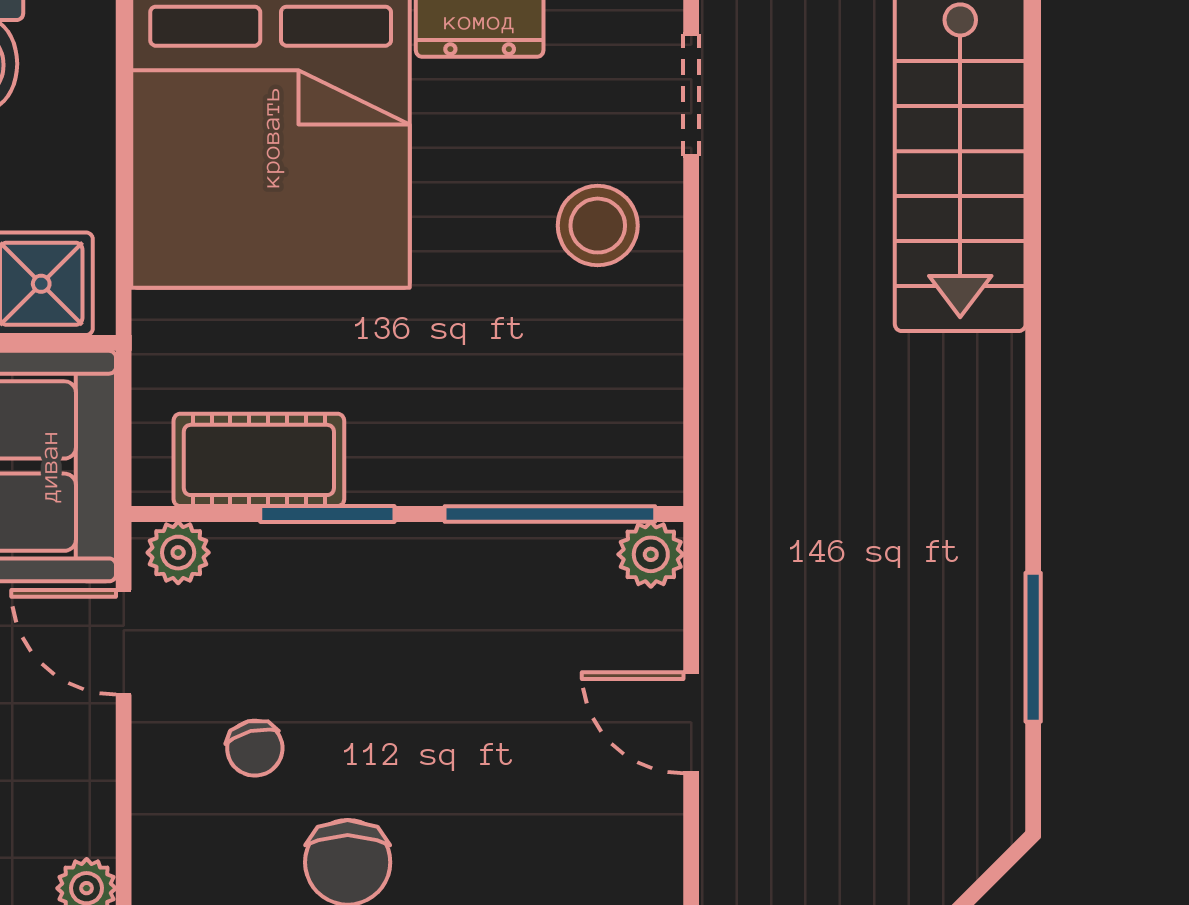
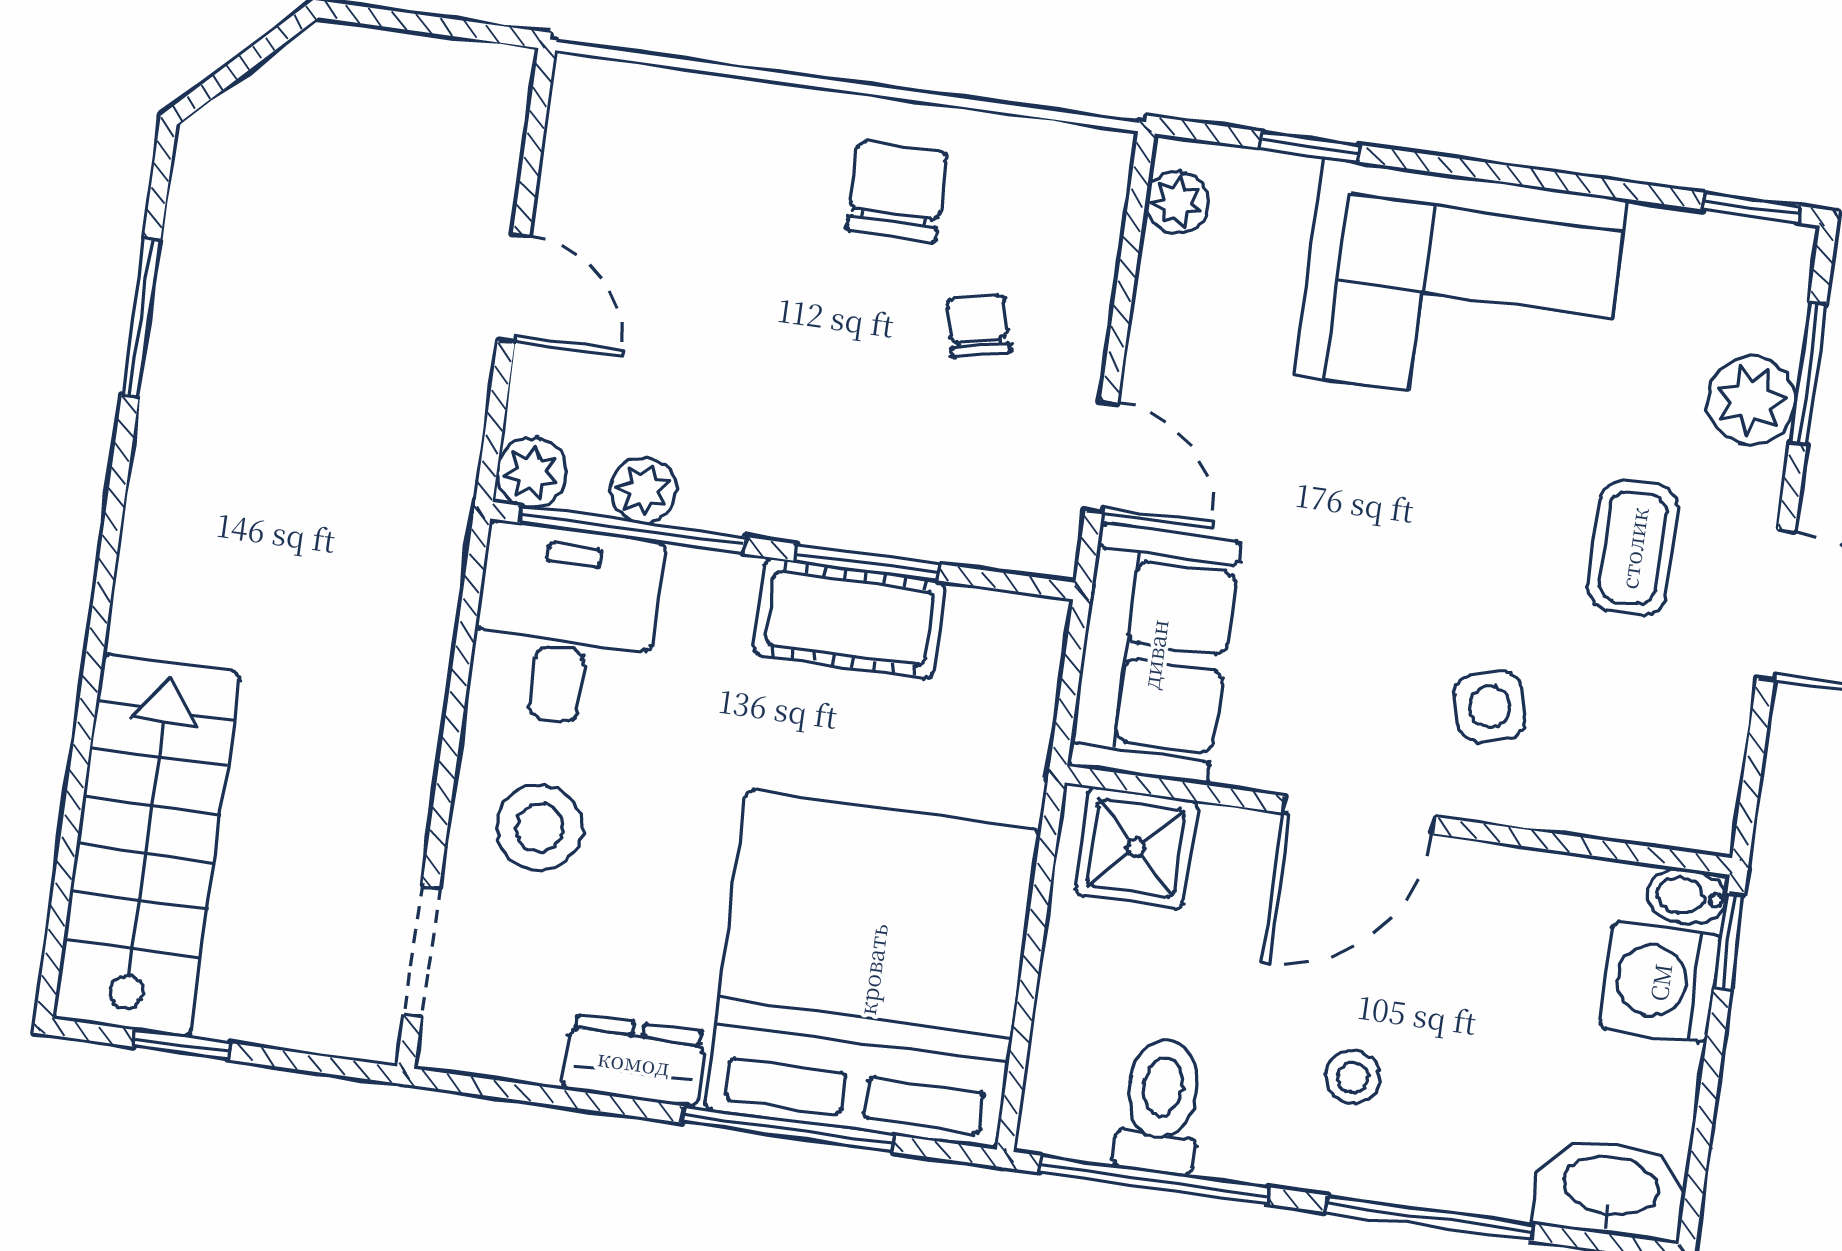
desk: (600, 416) -> (565, 625), added
cot: (259, 460) -> (849, 618), moved
plant: (178, 553) -> (643, 490), moved

